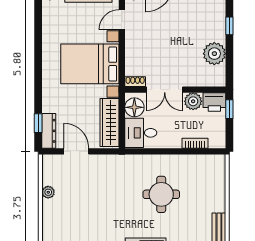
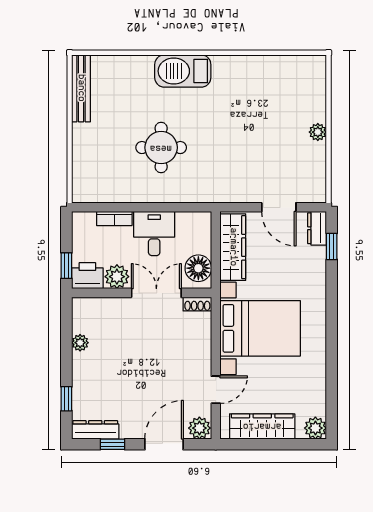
window: (229, 26) -> (66, 399), moved
plant: (214, 54) -> (80, 343), width x0.53, depth x0.53
dresser: (49, 131) -> (317, 228), width x0.70
desk: (141, 133) -> (154, 234), moved, turned -90
plant: (48, 192) -> (318, 132), moved

